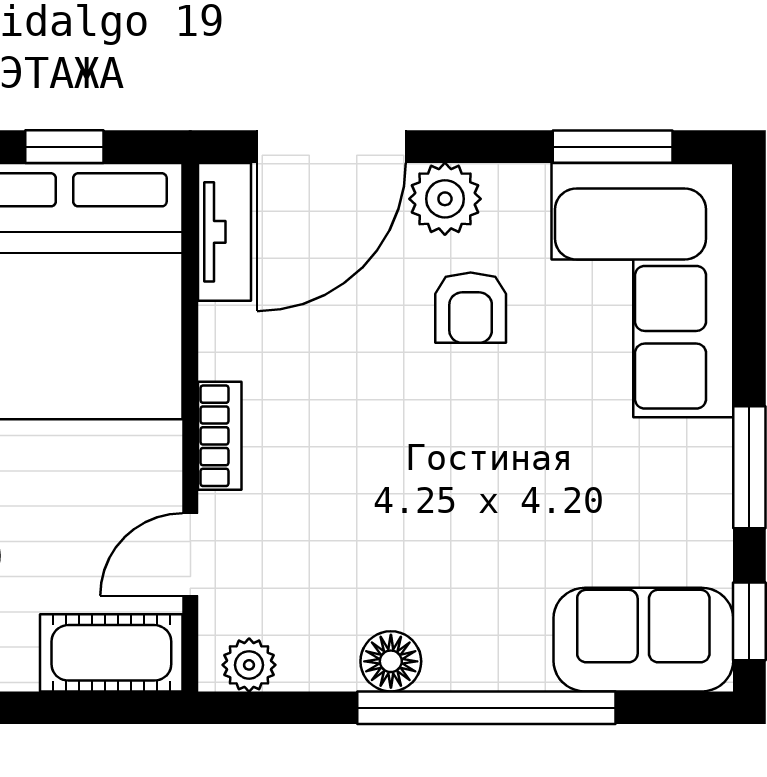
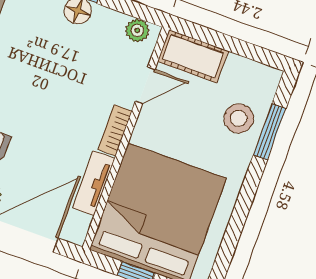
tv unit: (224, 232) -> (94, 183), moved

